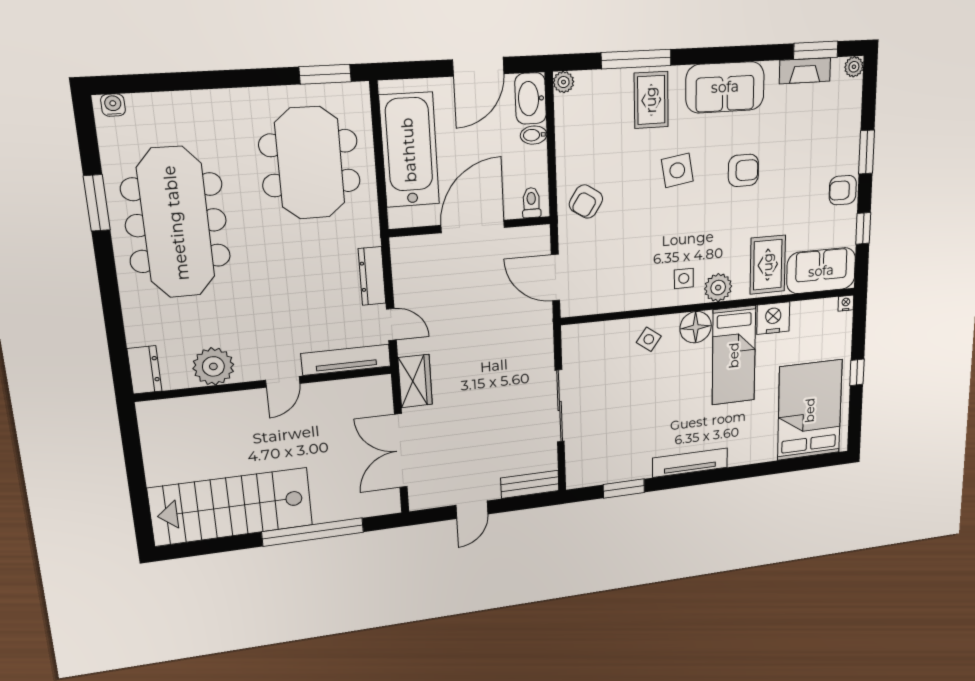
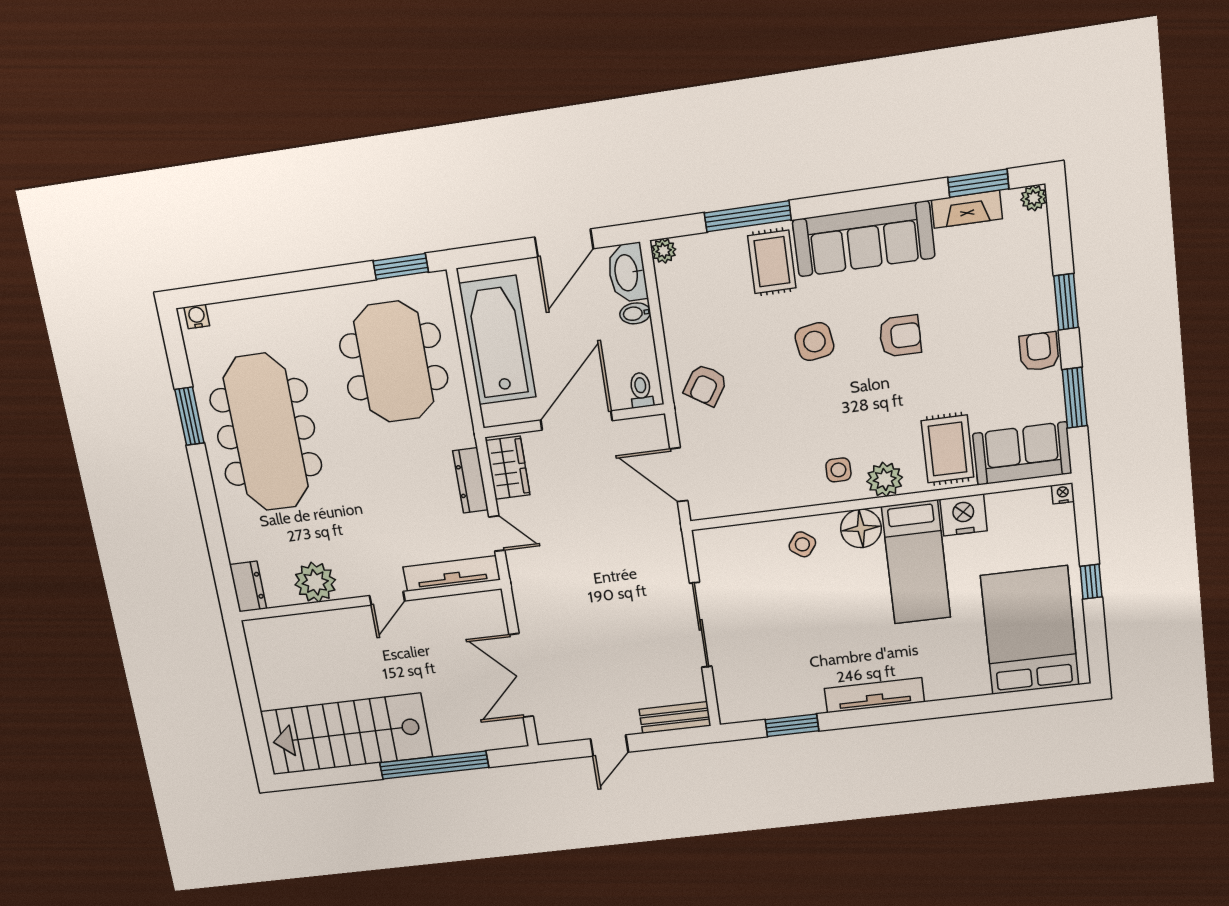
sofa: (725, 87) -> (864, 239), width x1.36
armchair: (843, 190) -> (1039, 352), turned 90
window: (863, 228) -> (1075, 398), width x1.50
wardrobe: (415, 381) -> (508, 468), moved

